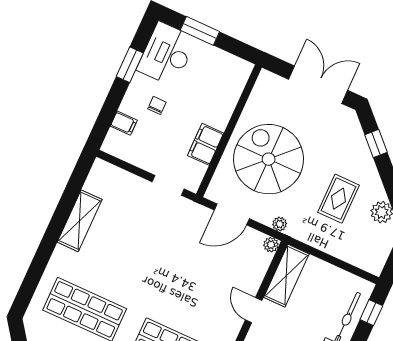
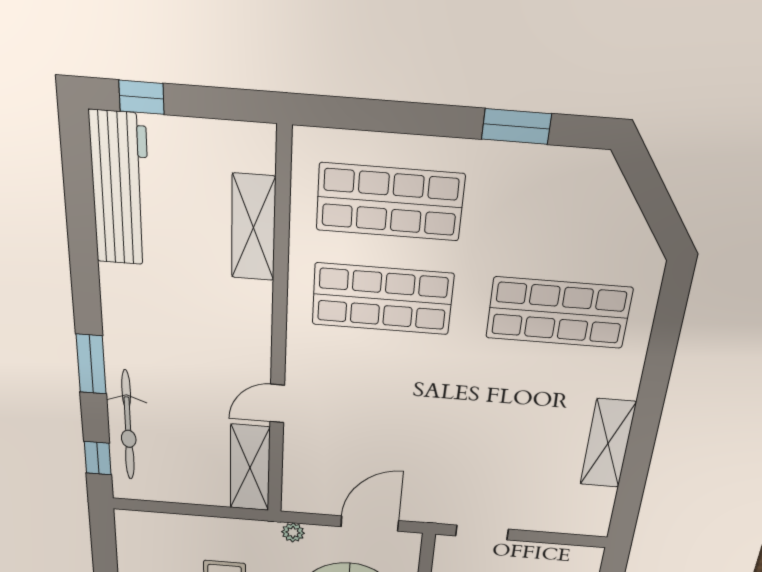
plant: (271, 245) -> (293, 502), removed
door: (254, 310) -> (277, 403), swing flipped

